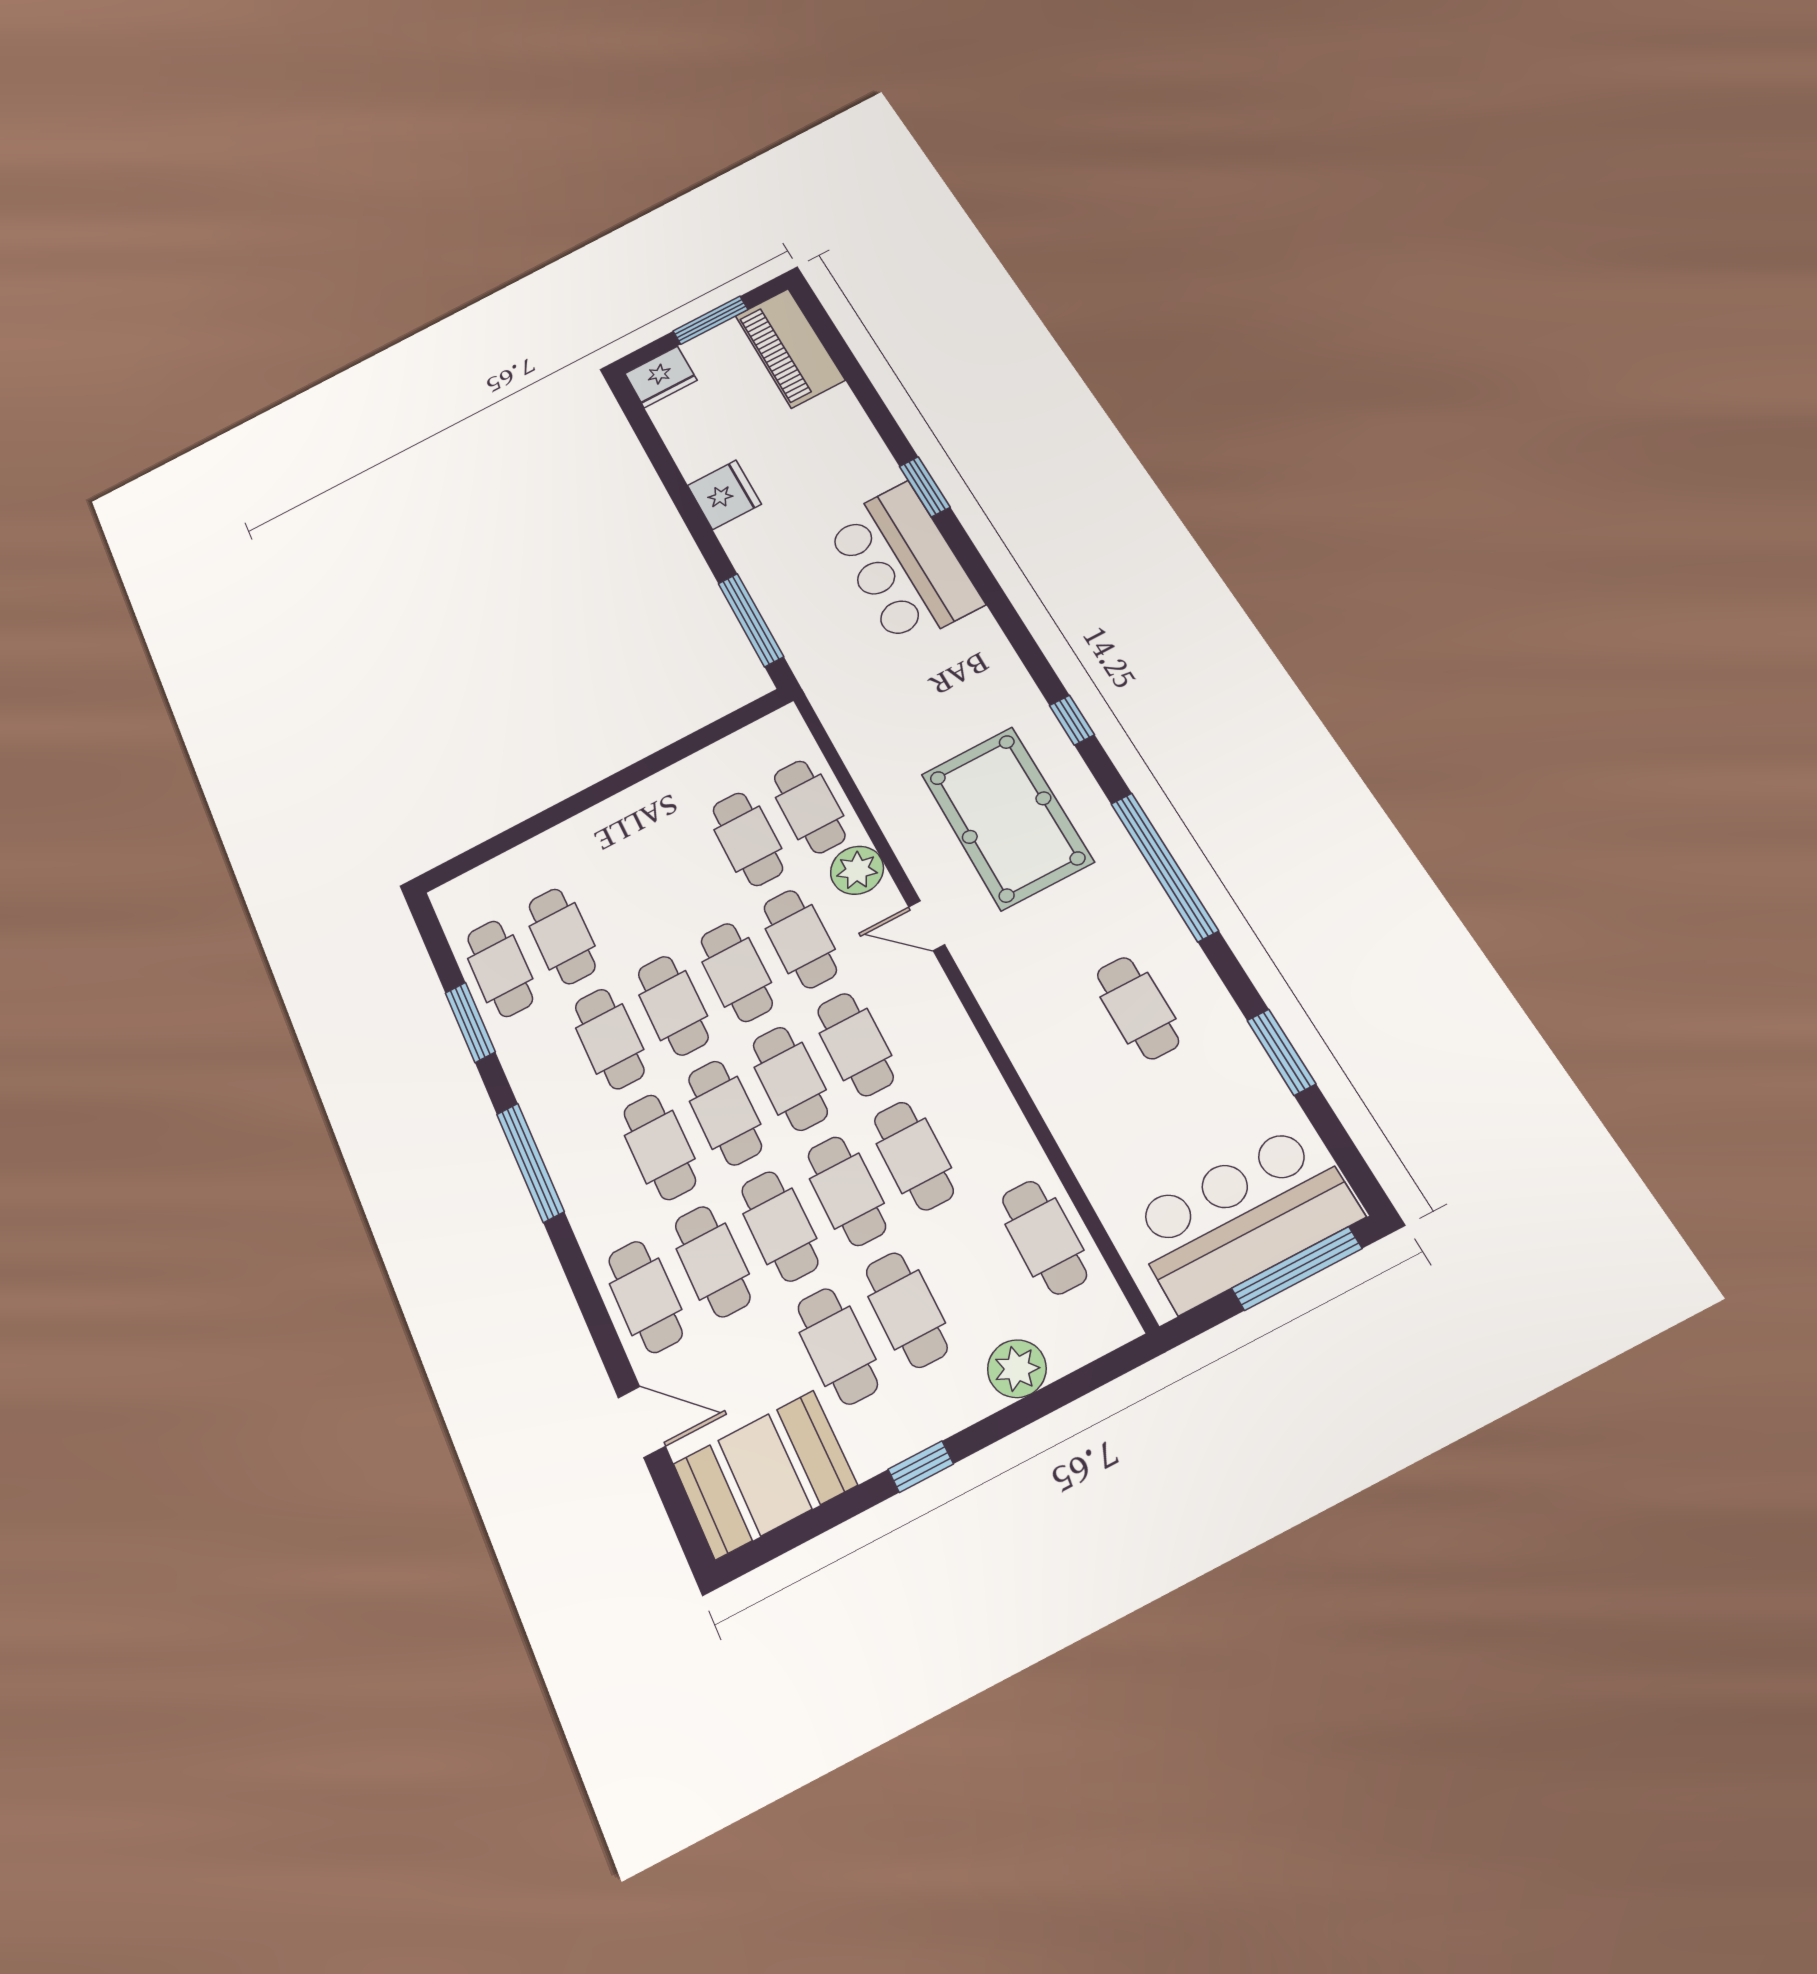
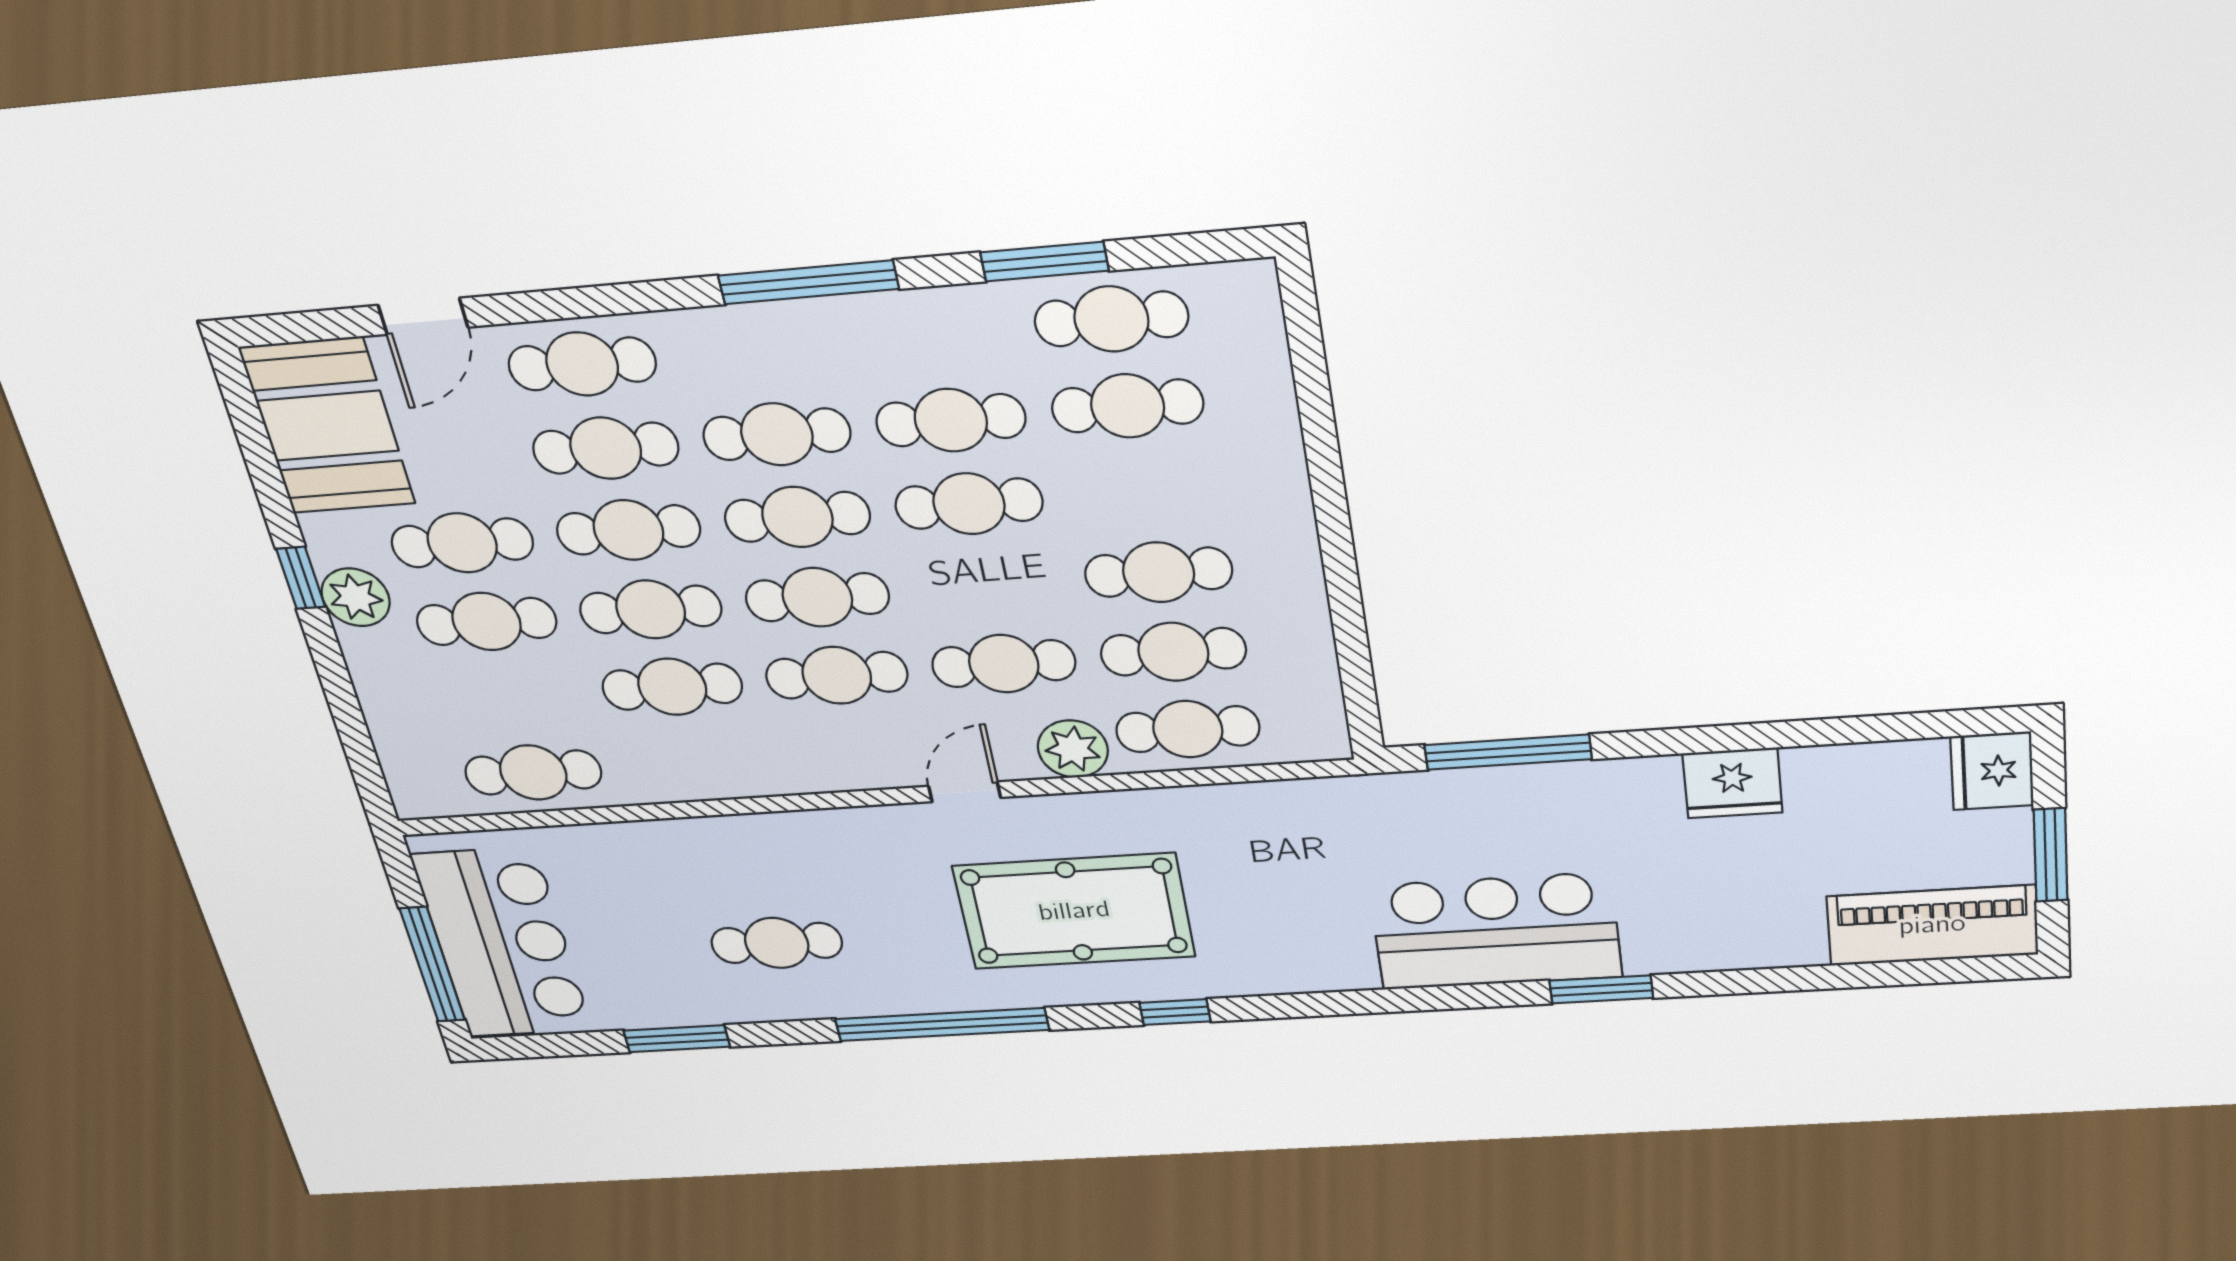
cafe table: (737, 972) -> (1159, 572), moved
plant: (1017, 1369) -> (356, 597), moved

